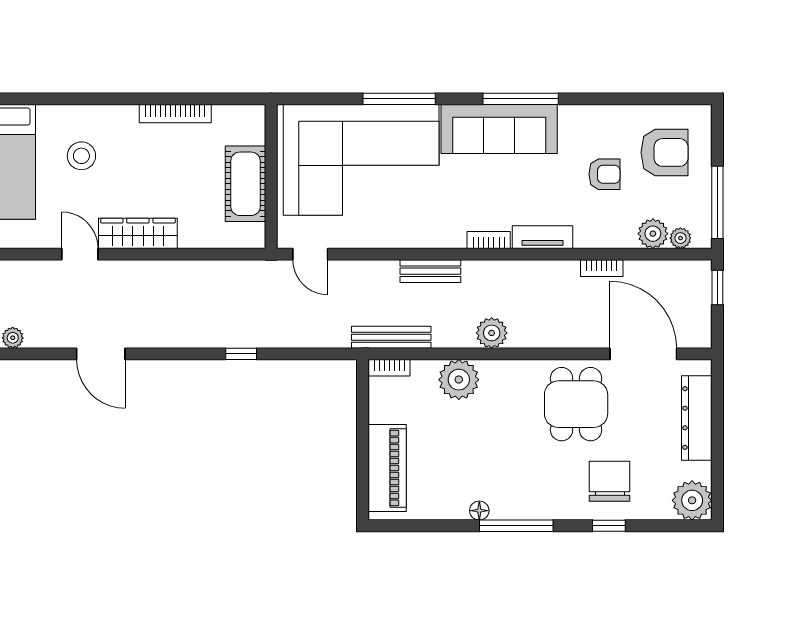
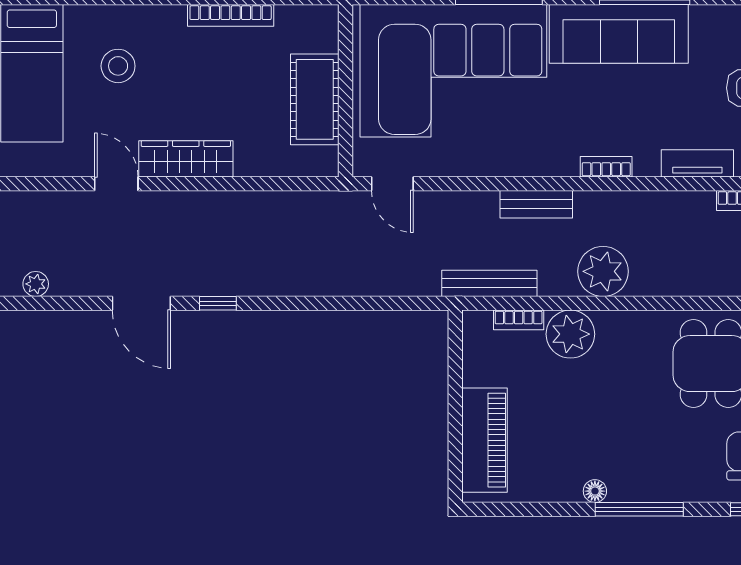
tv unit: (542, 237) -> (697, 163), moved
plant: (492, 333) -> (603, 271), width x1.36, depth x1.36
window: (241, 354) -> (218, 303), moved
bookcase: (389, 368) -> (519, 320), moved

